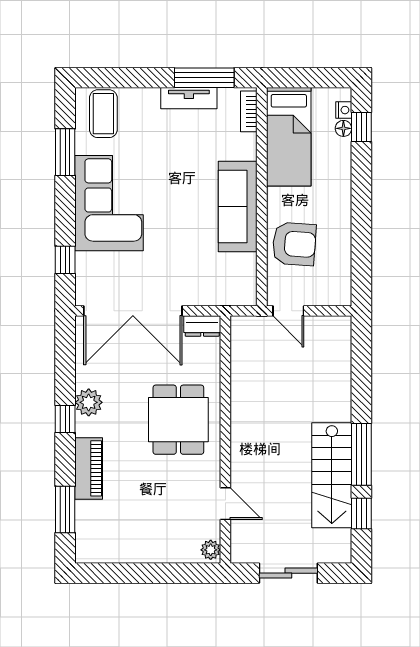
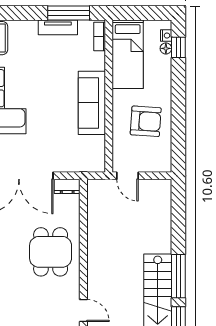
armchair: (294, 244) -> (146, 121), moved

